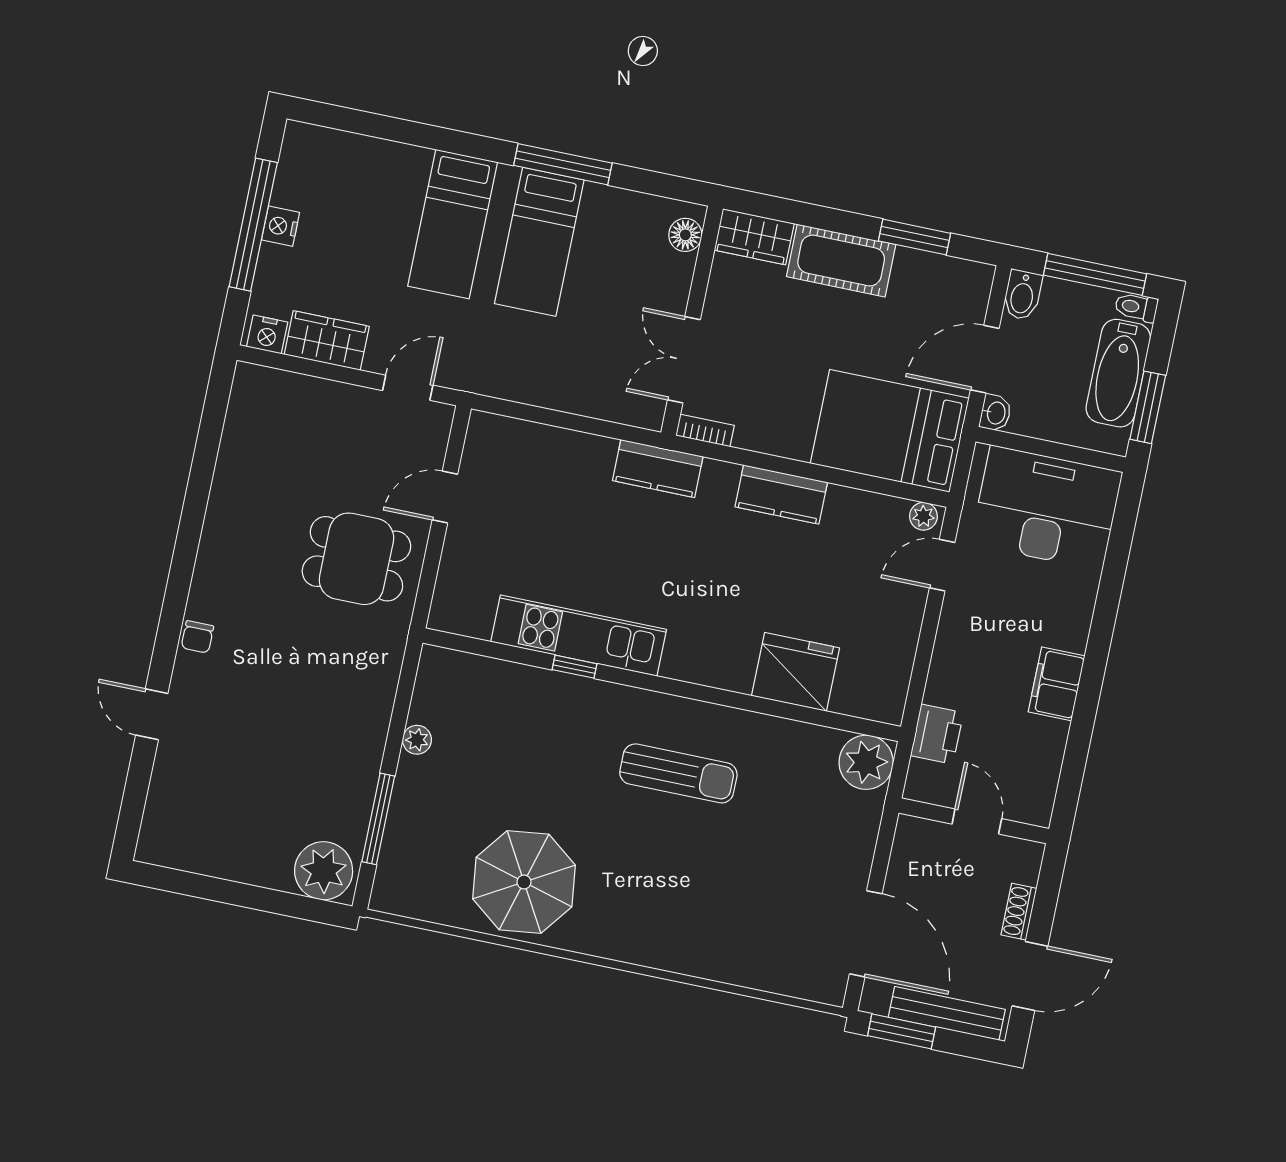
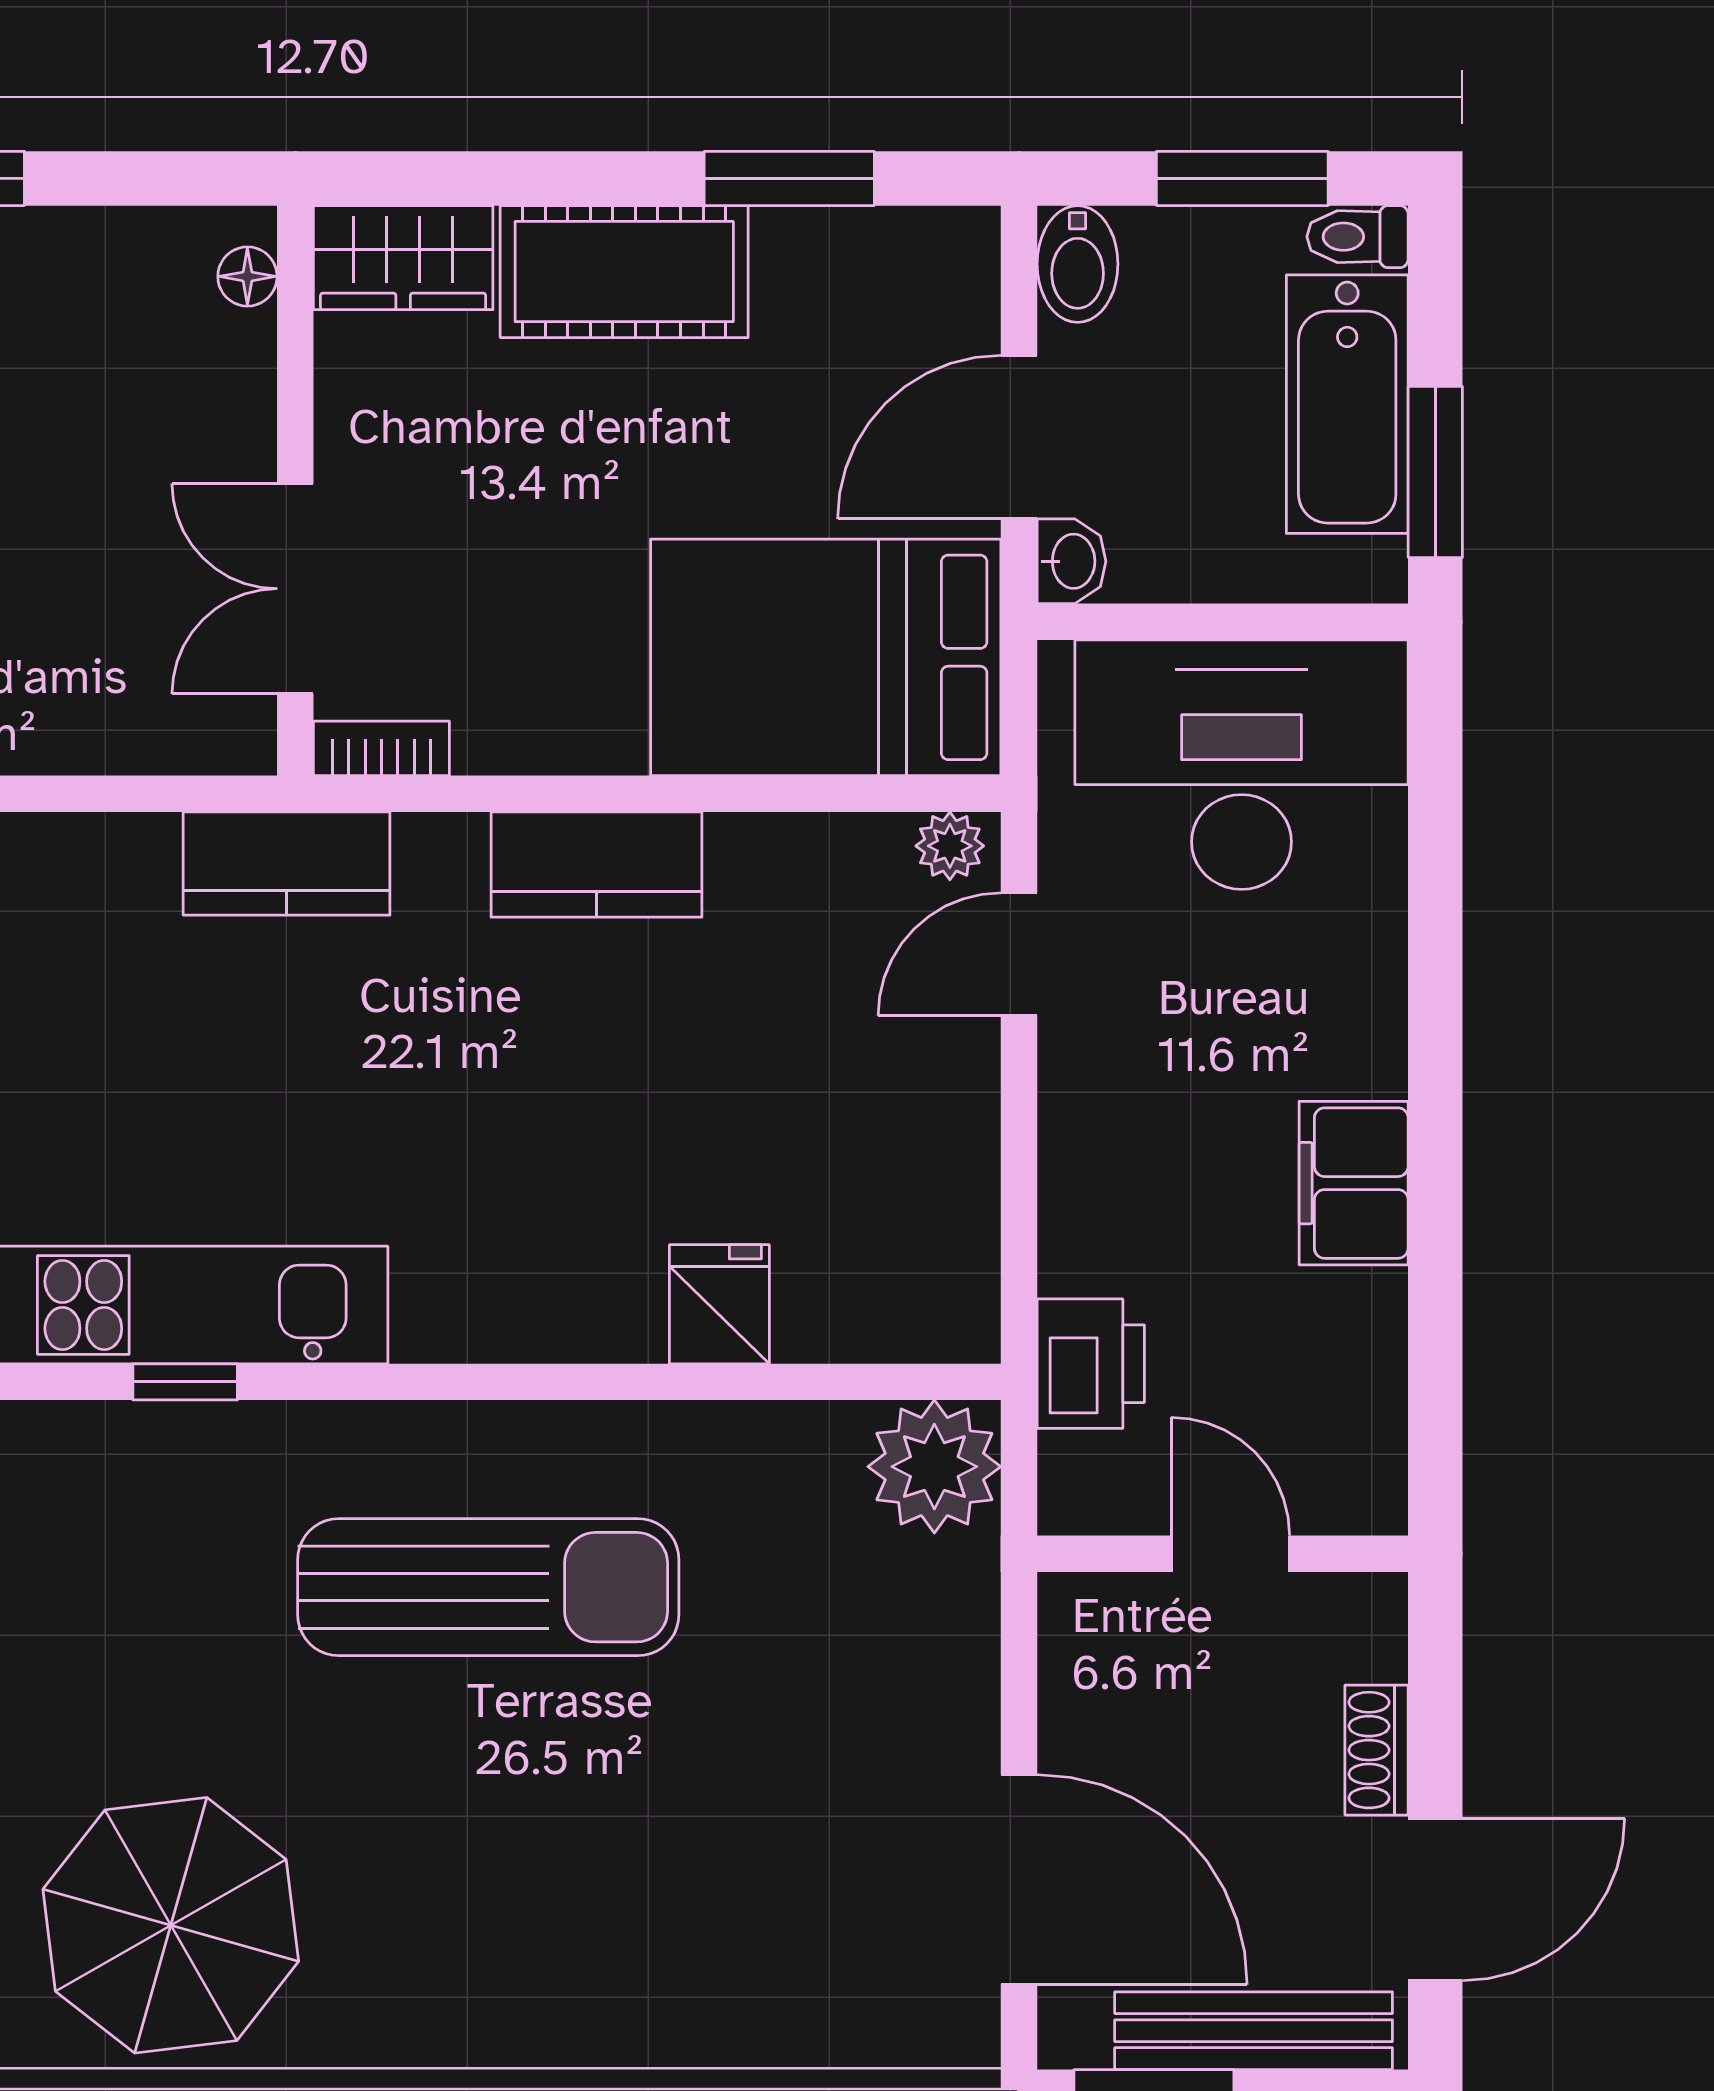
floor lamp: (685, 235) -> (247, 276), width x0.73, depth x0.73
window: (1095, 274) -> (1242, 178), width x0.69
fridge: (796, 672) -> (719, 1304), width x0.53, depth x0.75
sun lounger: (678, 773) -> (488, 1587), width x1.36, depth x1.34

